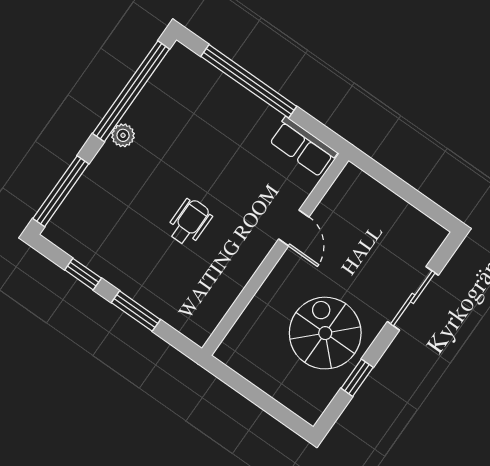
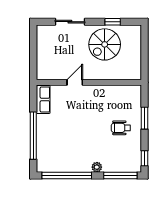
plant: (123, 135) -> (97, 167), moved
wheelchair: (189, 222) -> (121, 128), moved
window: (83, 274) -> (145, 158), moved

